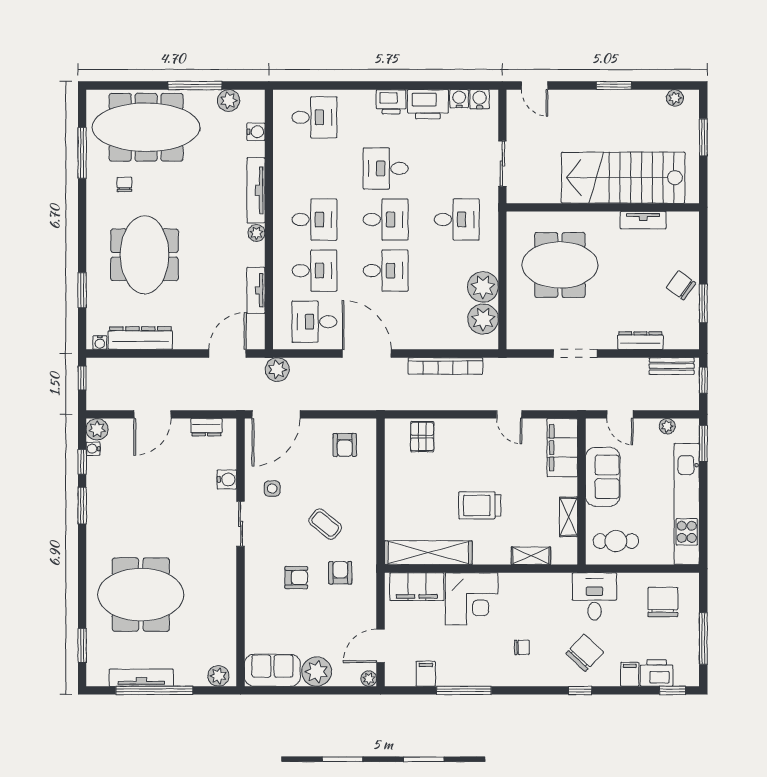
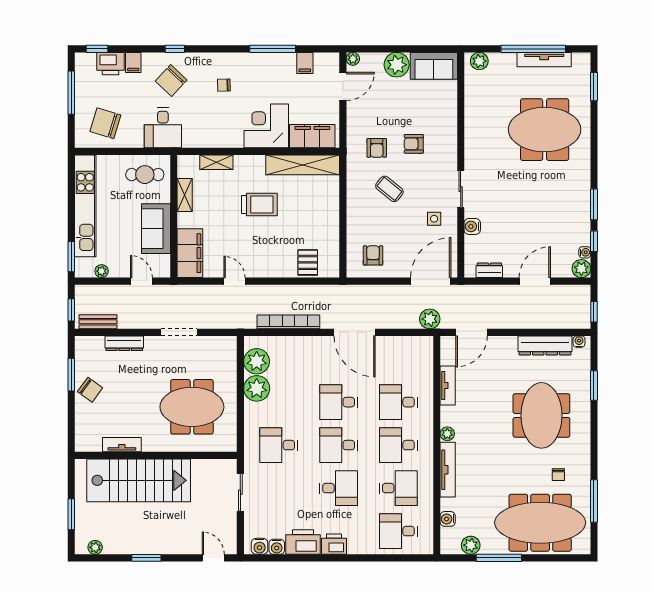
desk: (314, 322) -> (398, 488), moved
chair: (663, 602) -> (105, 123), turned 107

